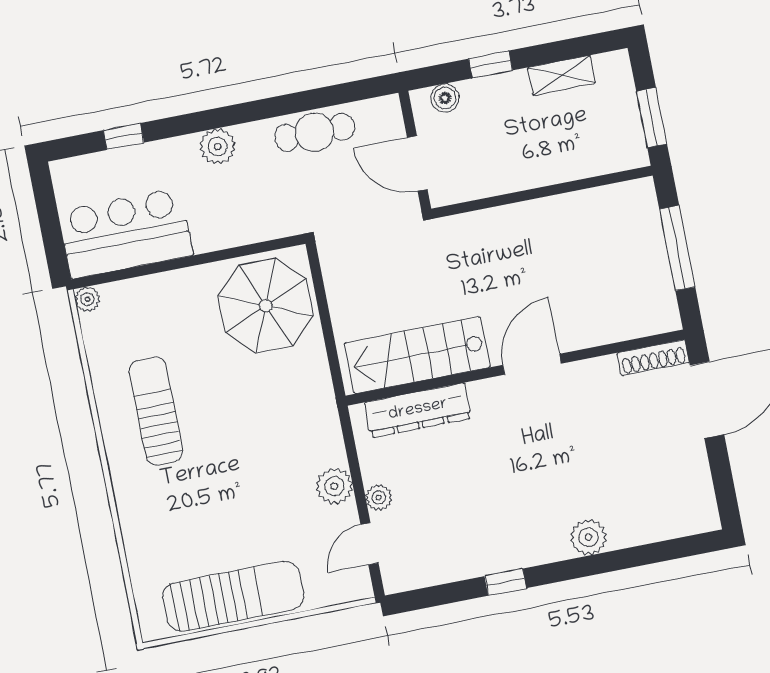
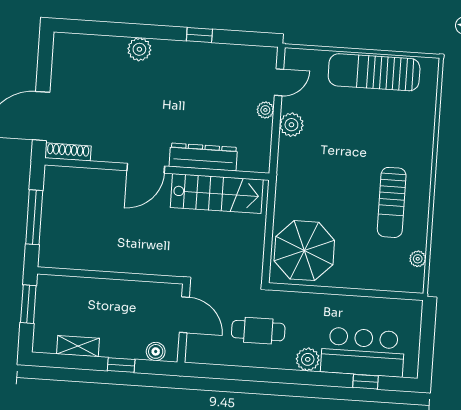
cafe table: (314, 132) -> (258, 331), moved
bar counter: (126, 233) -> (363, 352), moved, turned 180
plant: (88, 299) -> (418, 259), moved
dresser: (418, 410) -> (203, 157), moved

